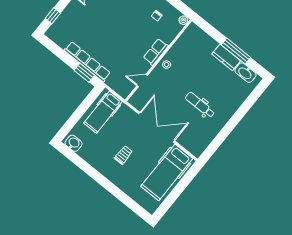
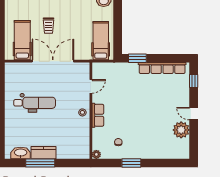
row of seats: (87, 62) -> (162, 68), moved
dental chair: (200, 105) -> (35, 103), width x1.36, depth x1.38
double door: (157, 127) -> (53, 61), swing flipped
trolley: (123, 155) -> (49, 26), moved
hospital bed: (167, 172) -> (22, 40), width x0.73, depth x0.78

